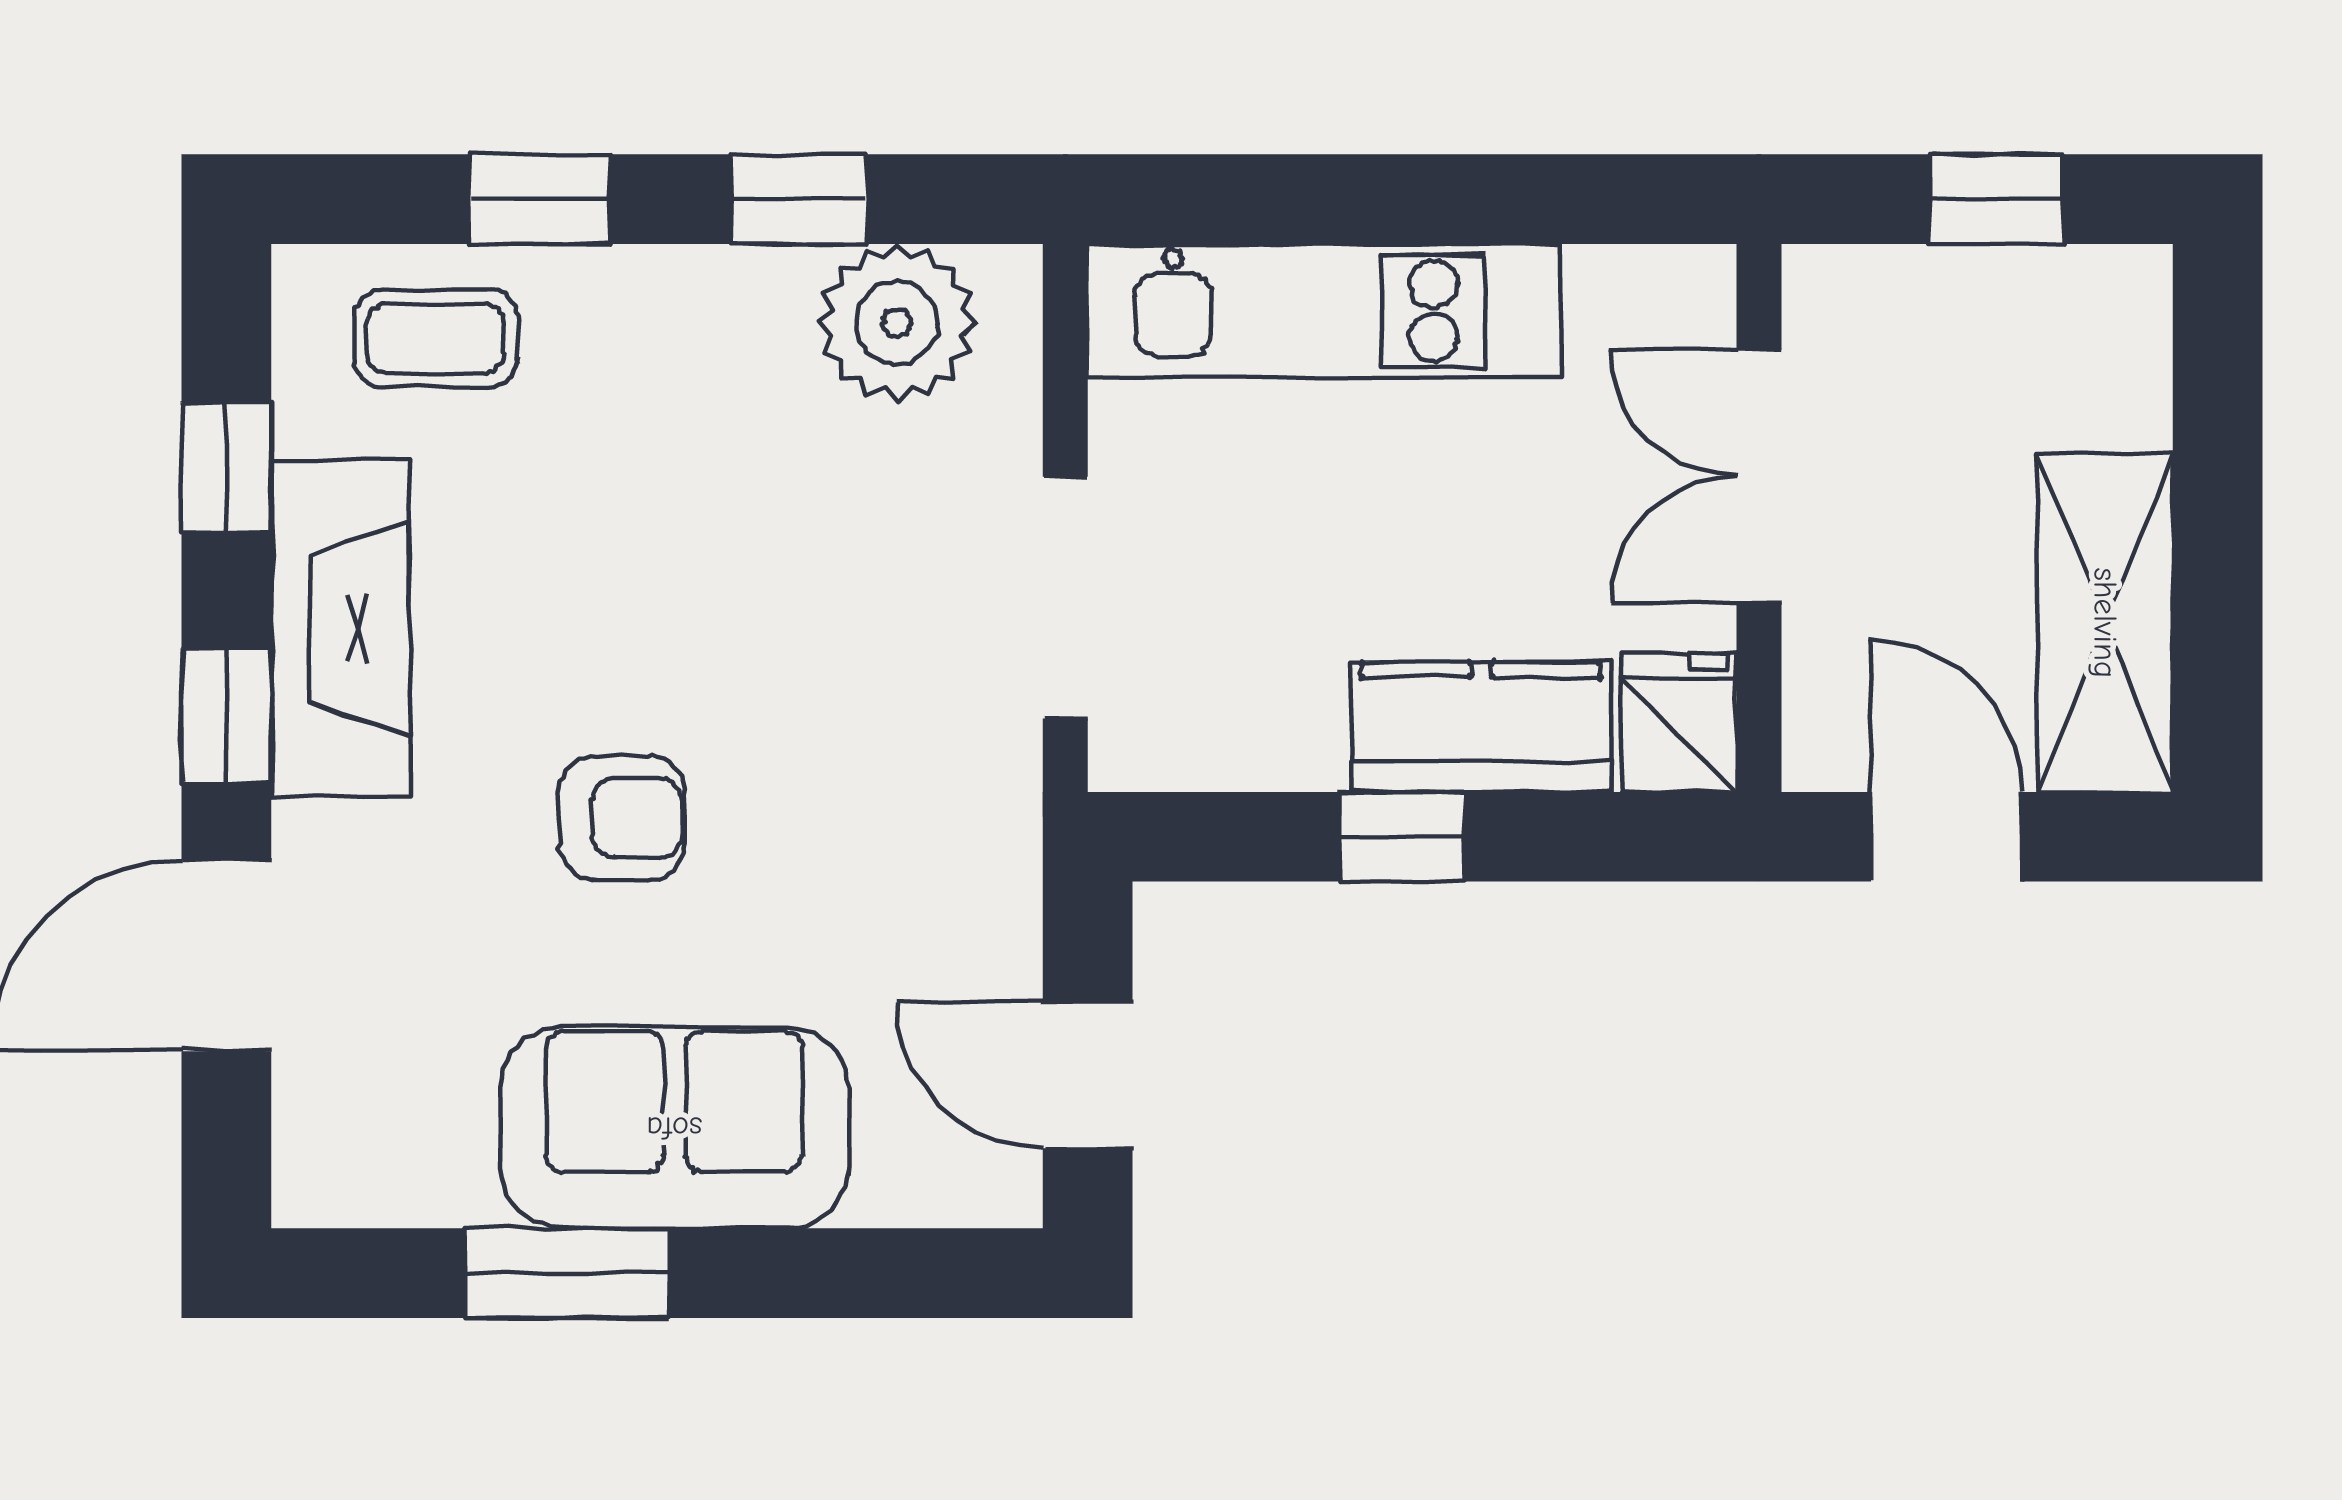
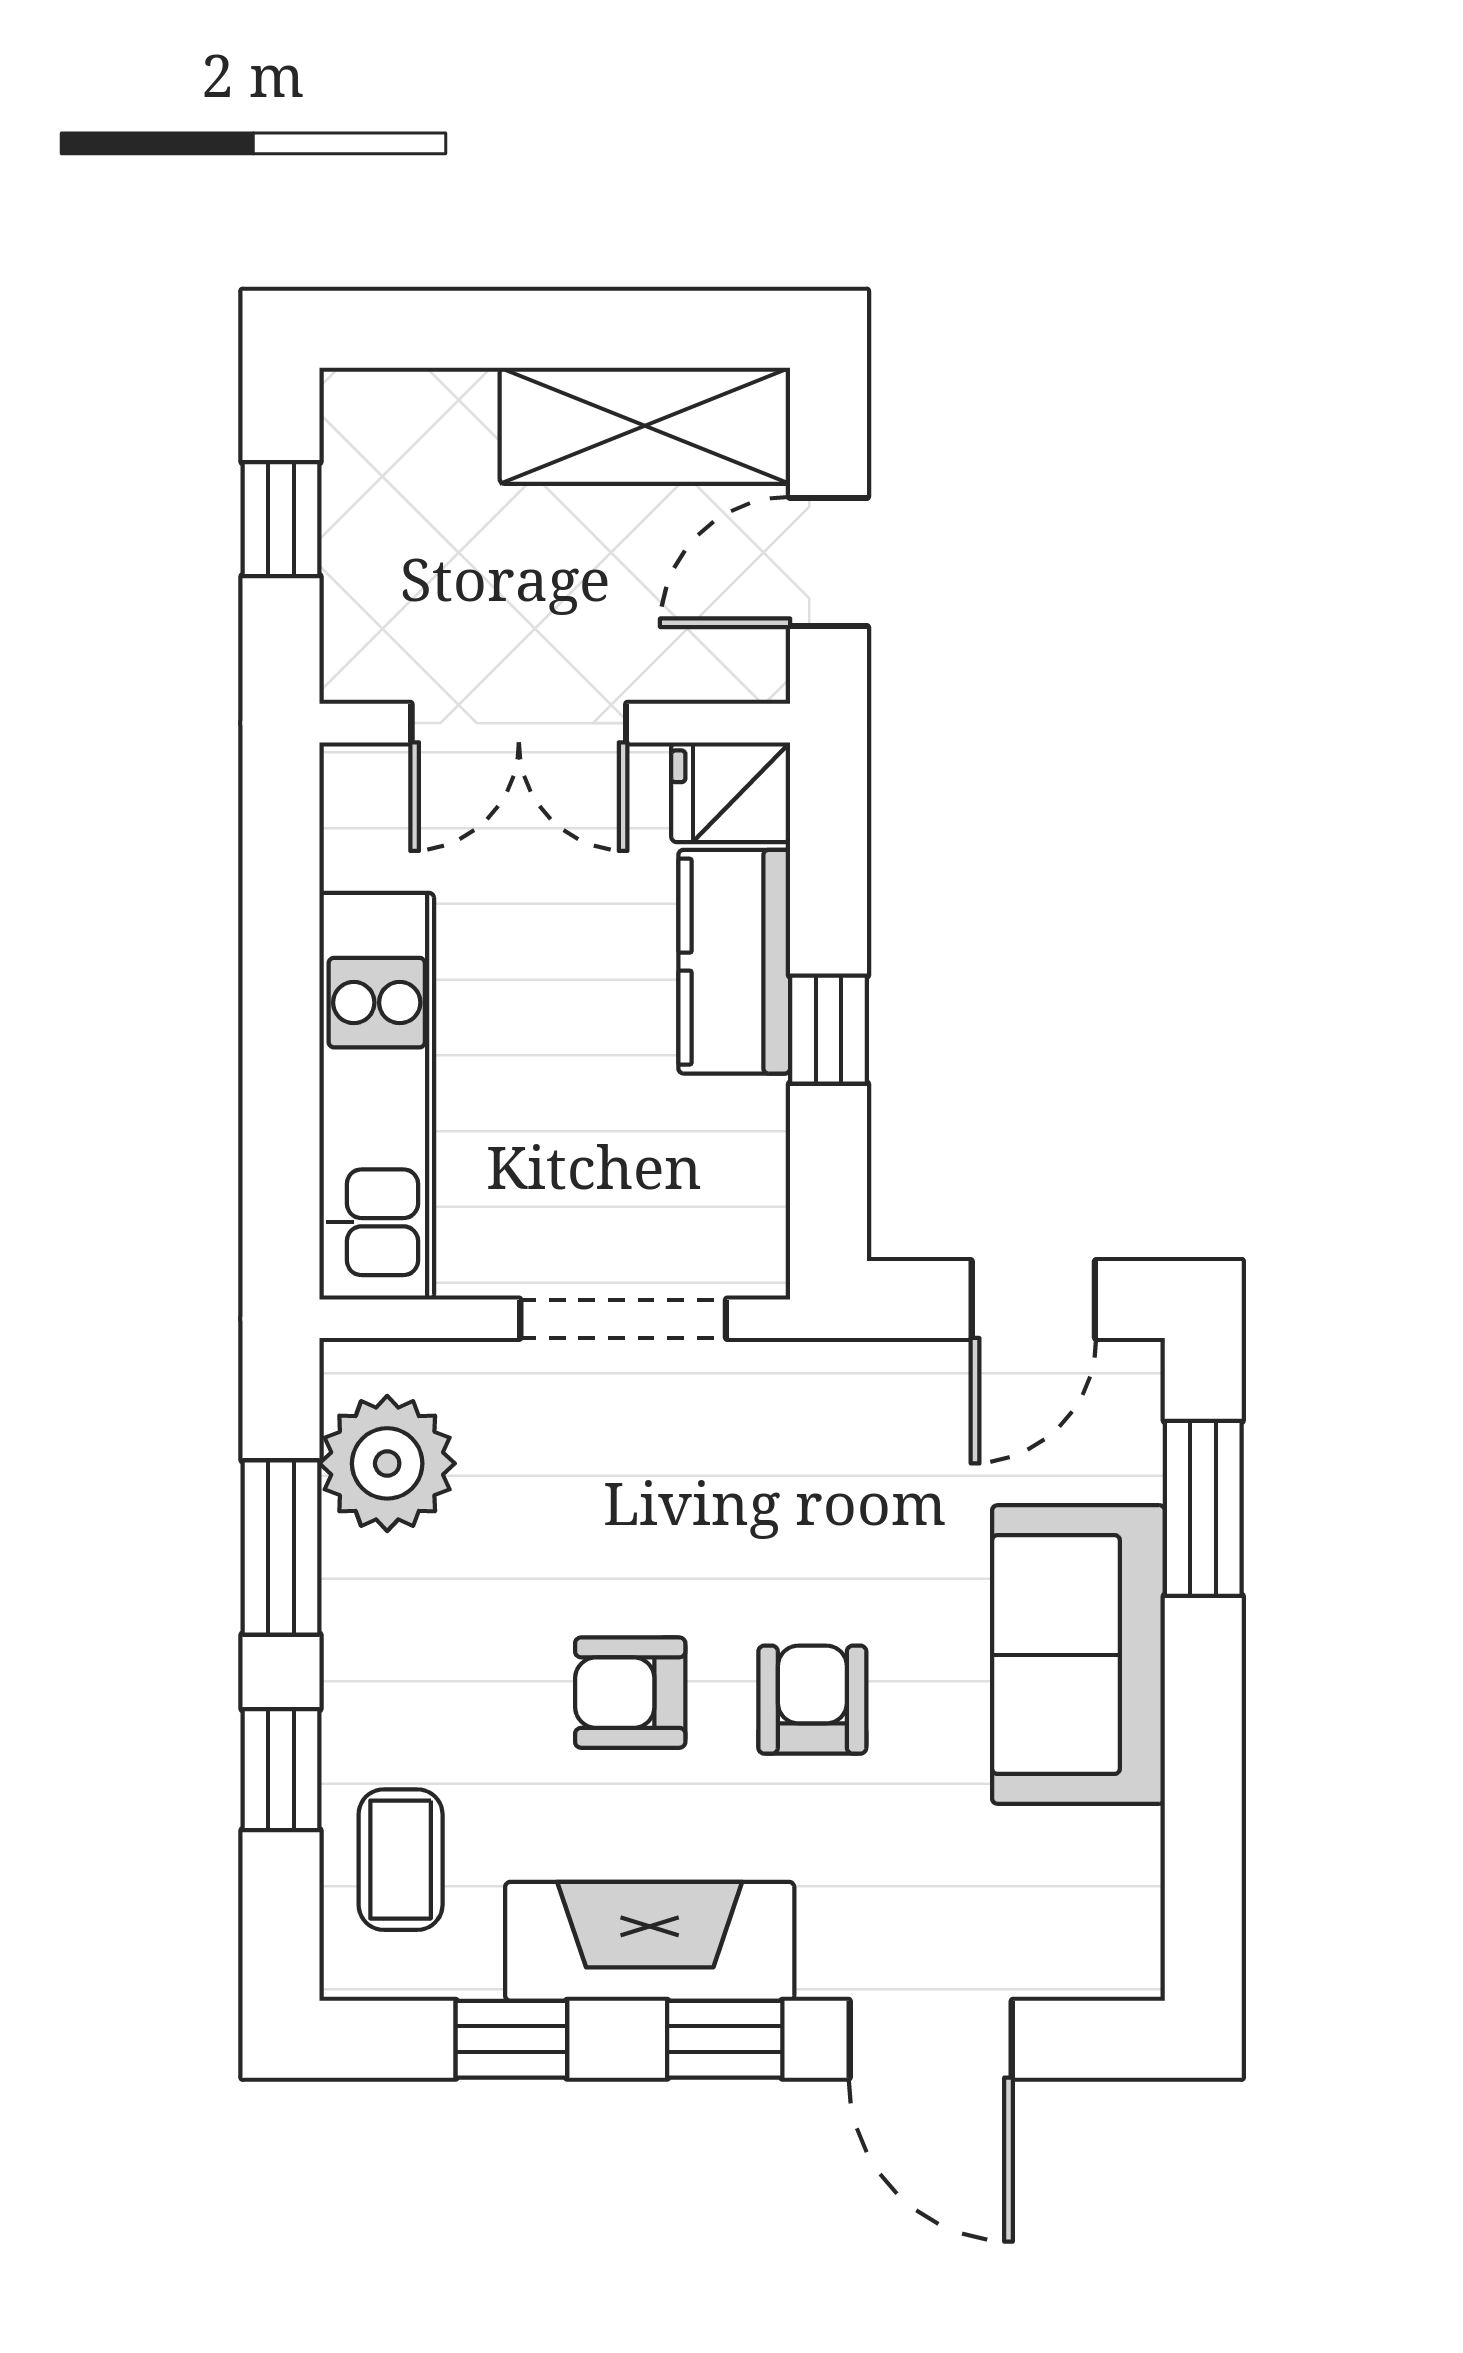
window: (799, 199) -> (281, 1547), width x1.50
armchair: (630, 606) -> (630, 1693), added
window: (567, 1273) -> (1203, 1508), moved

